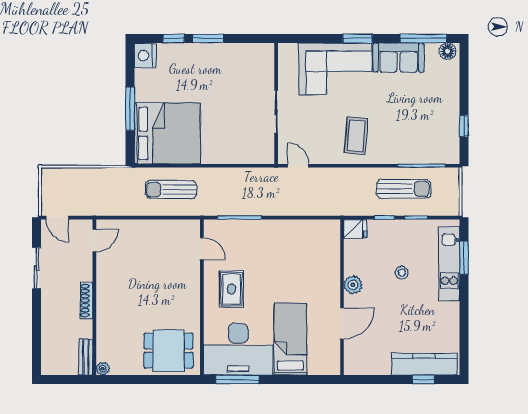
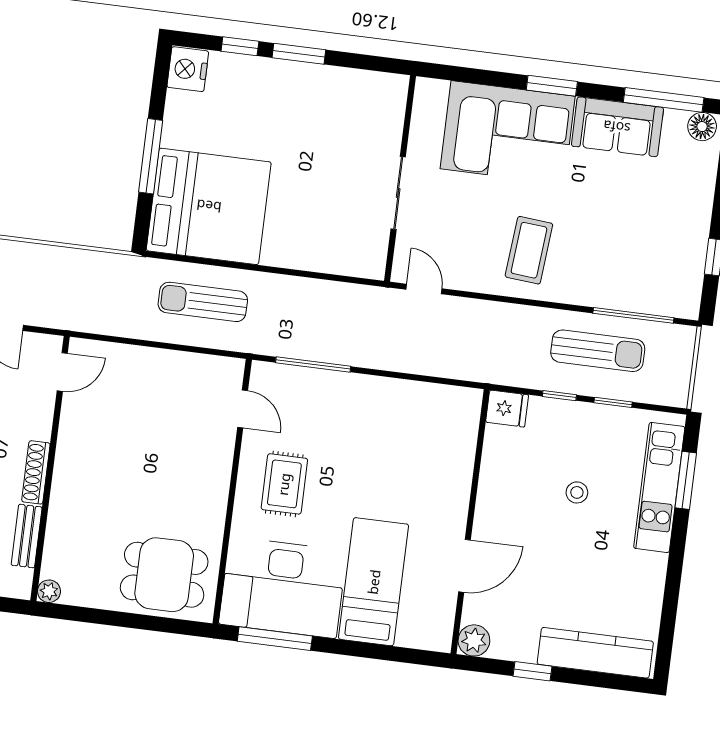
plant: (353, 285) -> (474, 640), moved
bench: (86, 357) -> (27, 536), moved
window: (423, 380) -> (533, 671), moved

